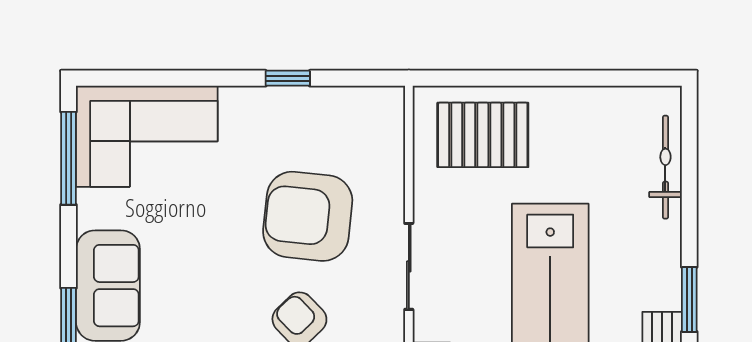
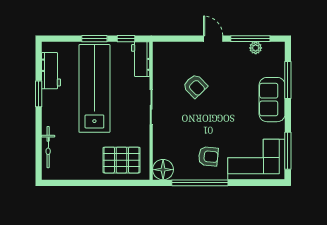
window: (288, 78) -> (200, 183), width x3.17
floor lamp: (379, 111) -> (163, 170), added
armchair: (308, 216) -> (208, 156), moved, width x0.53, depth x0.53

